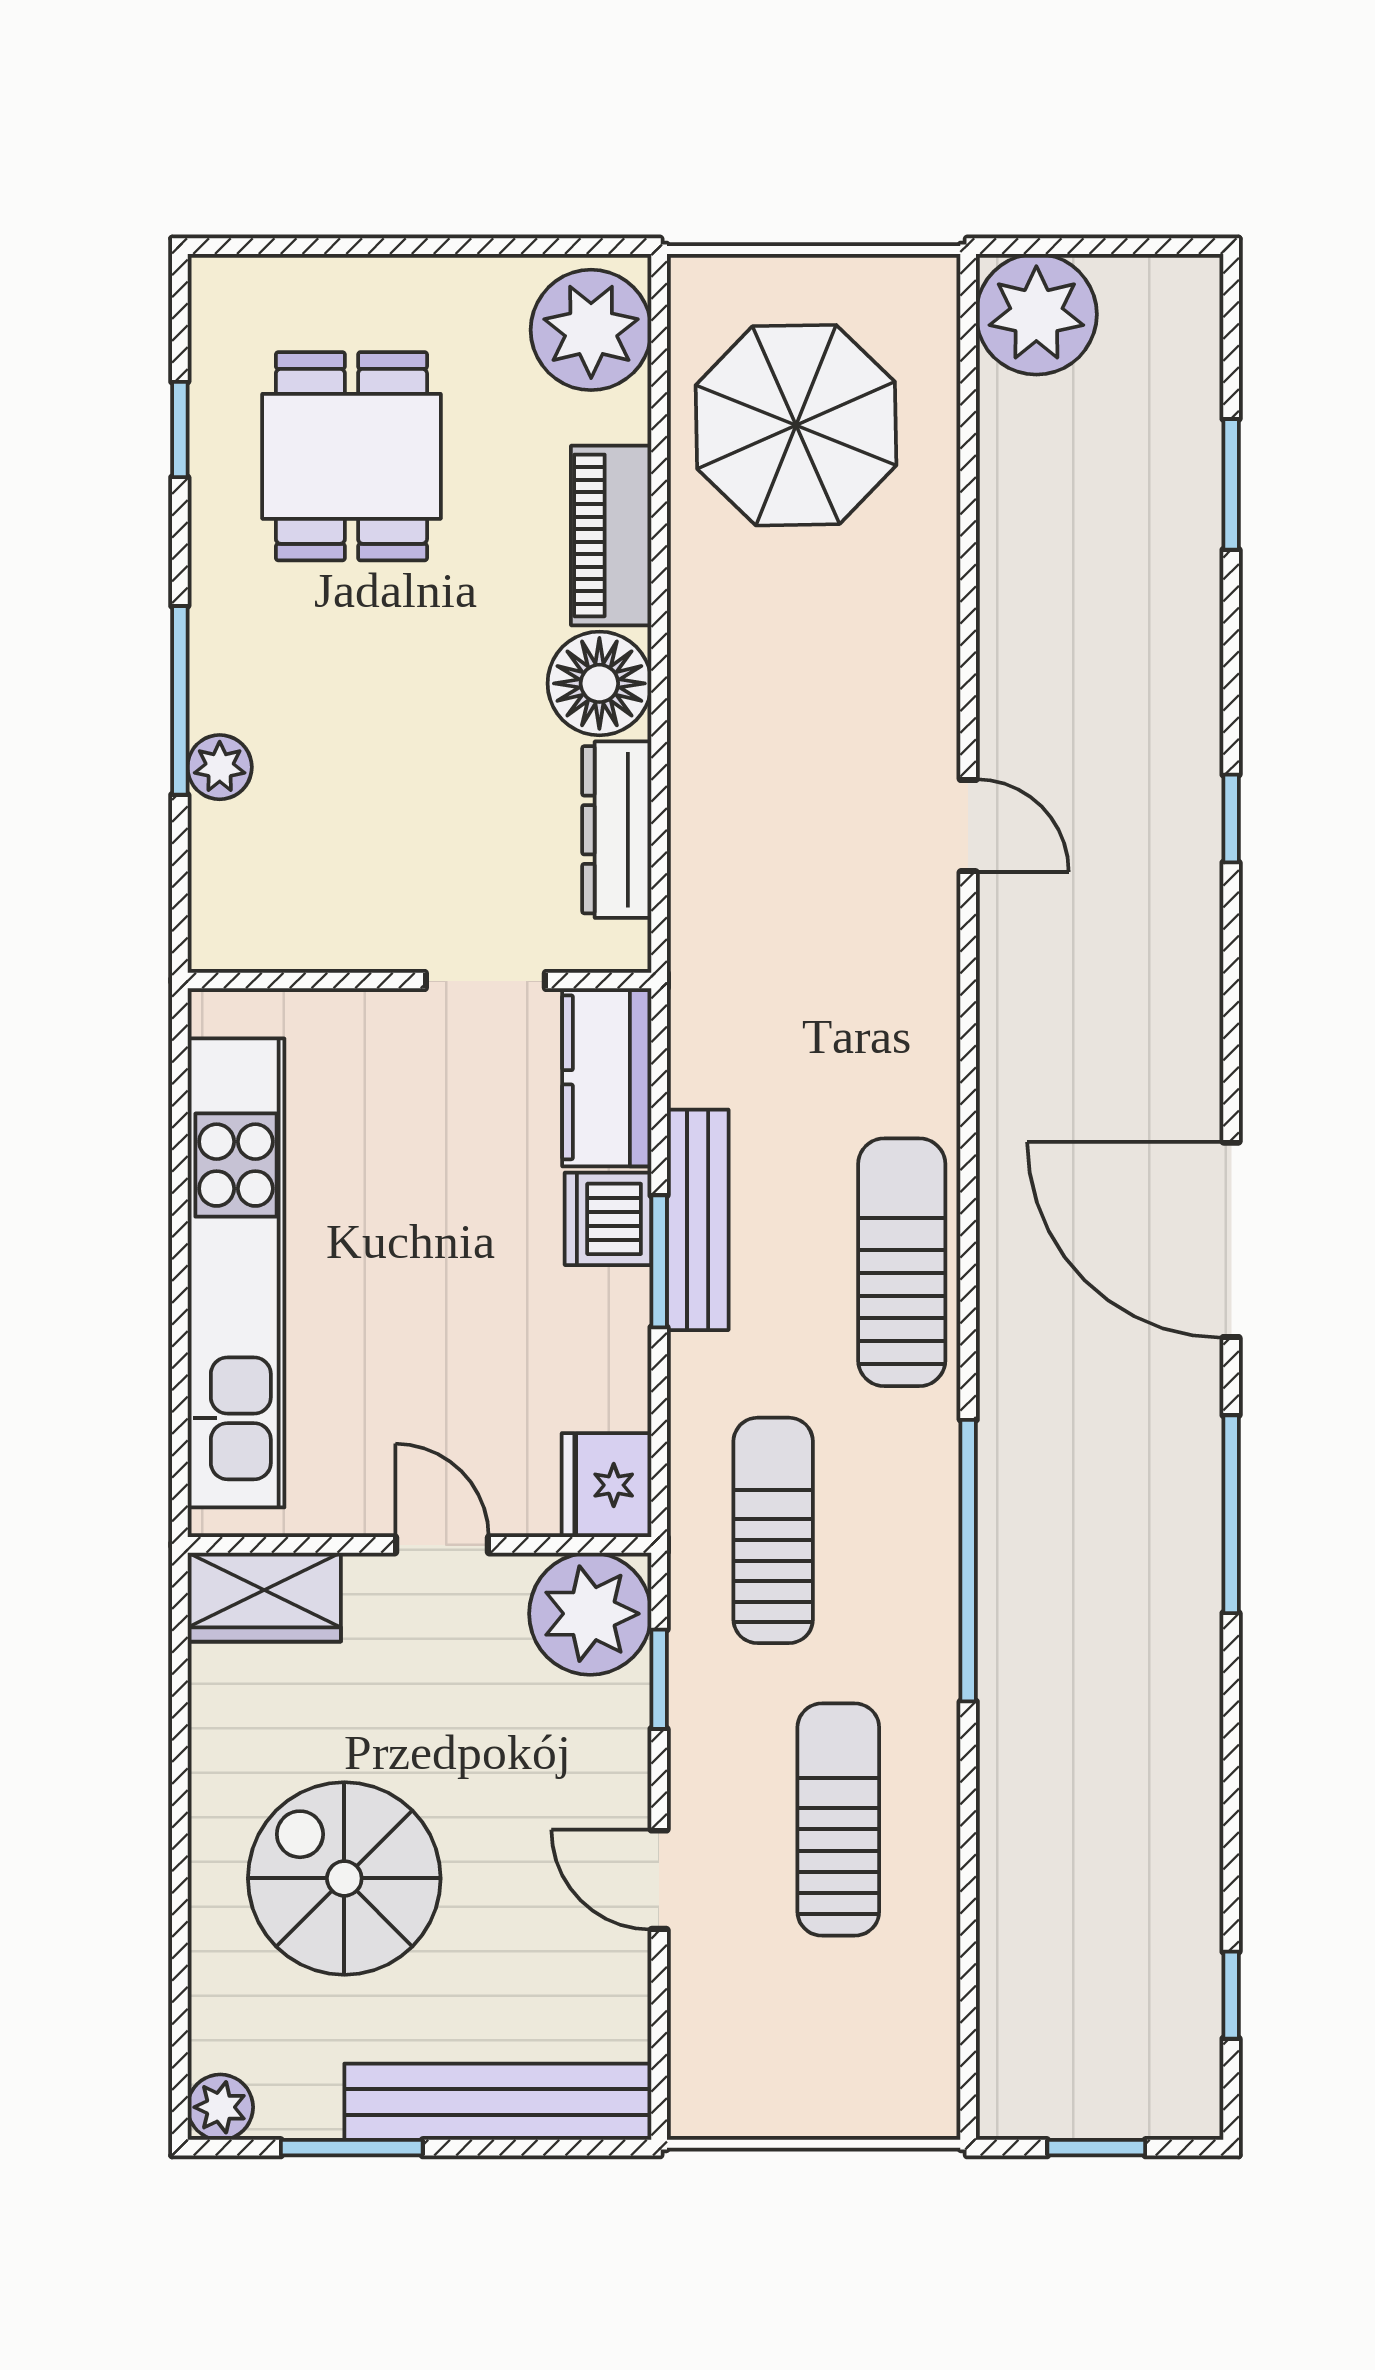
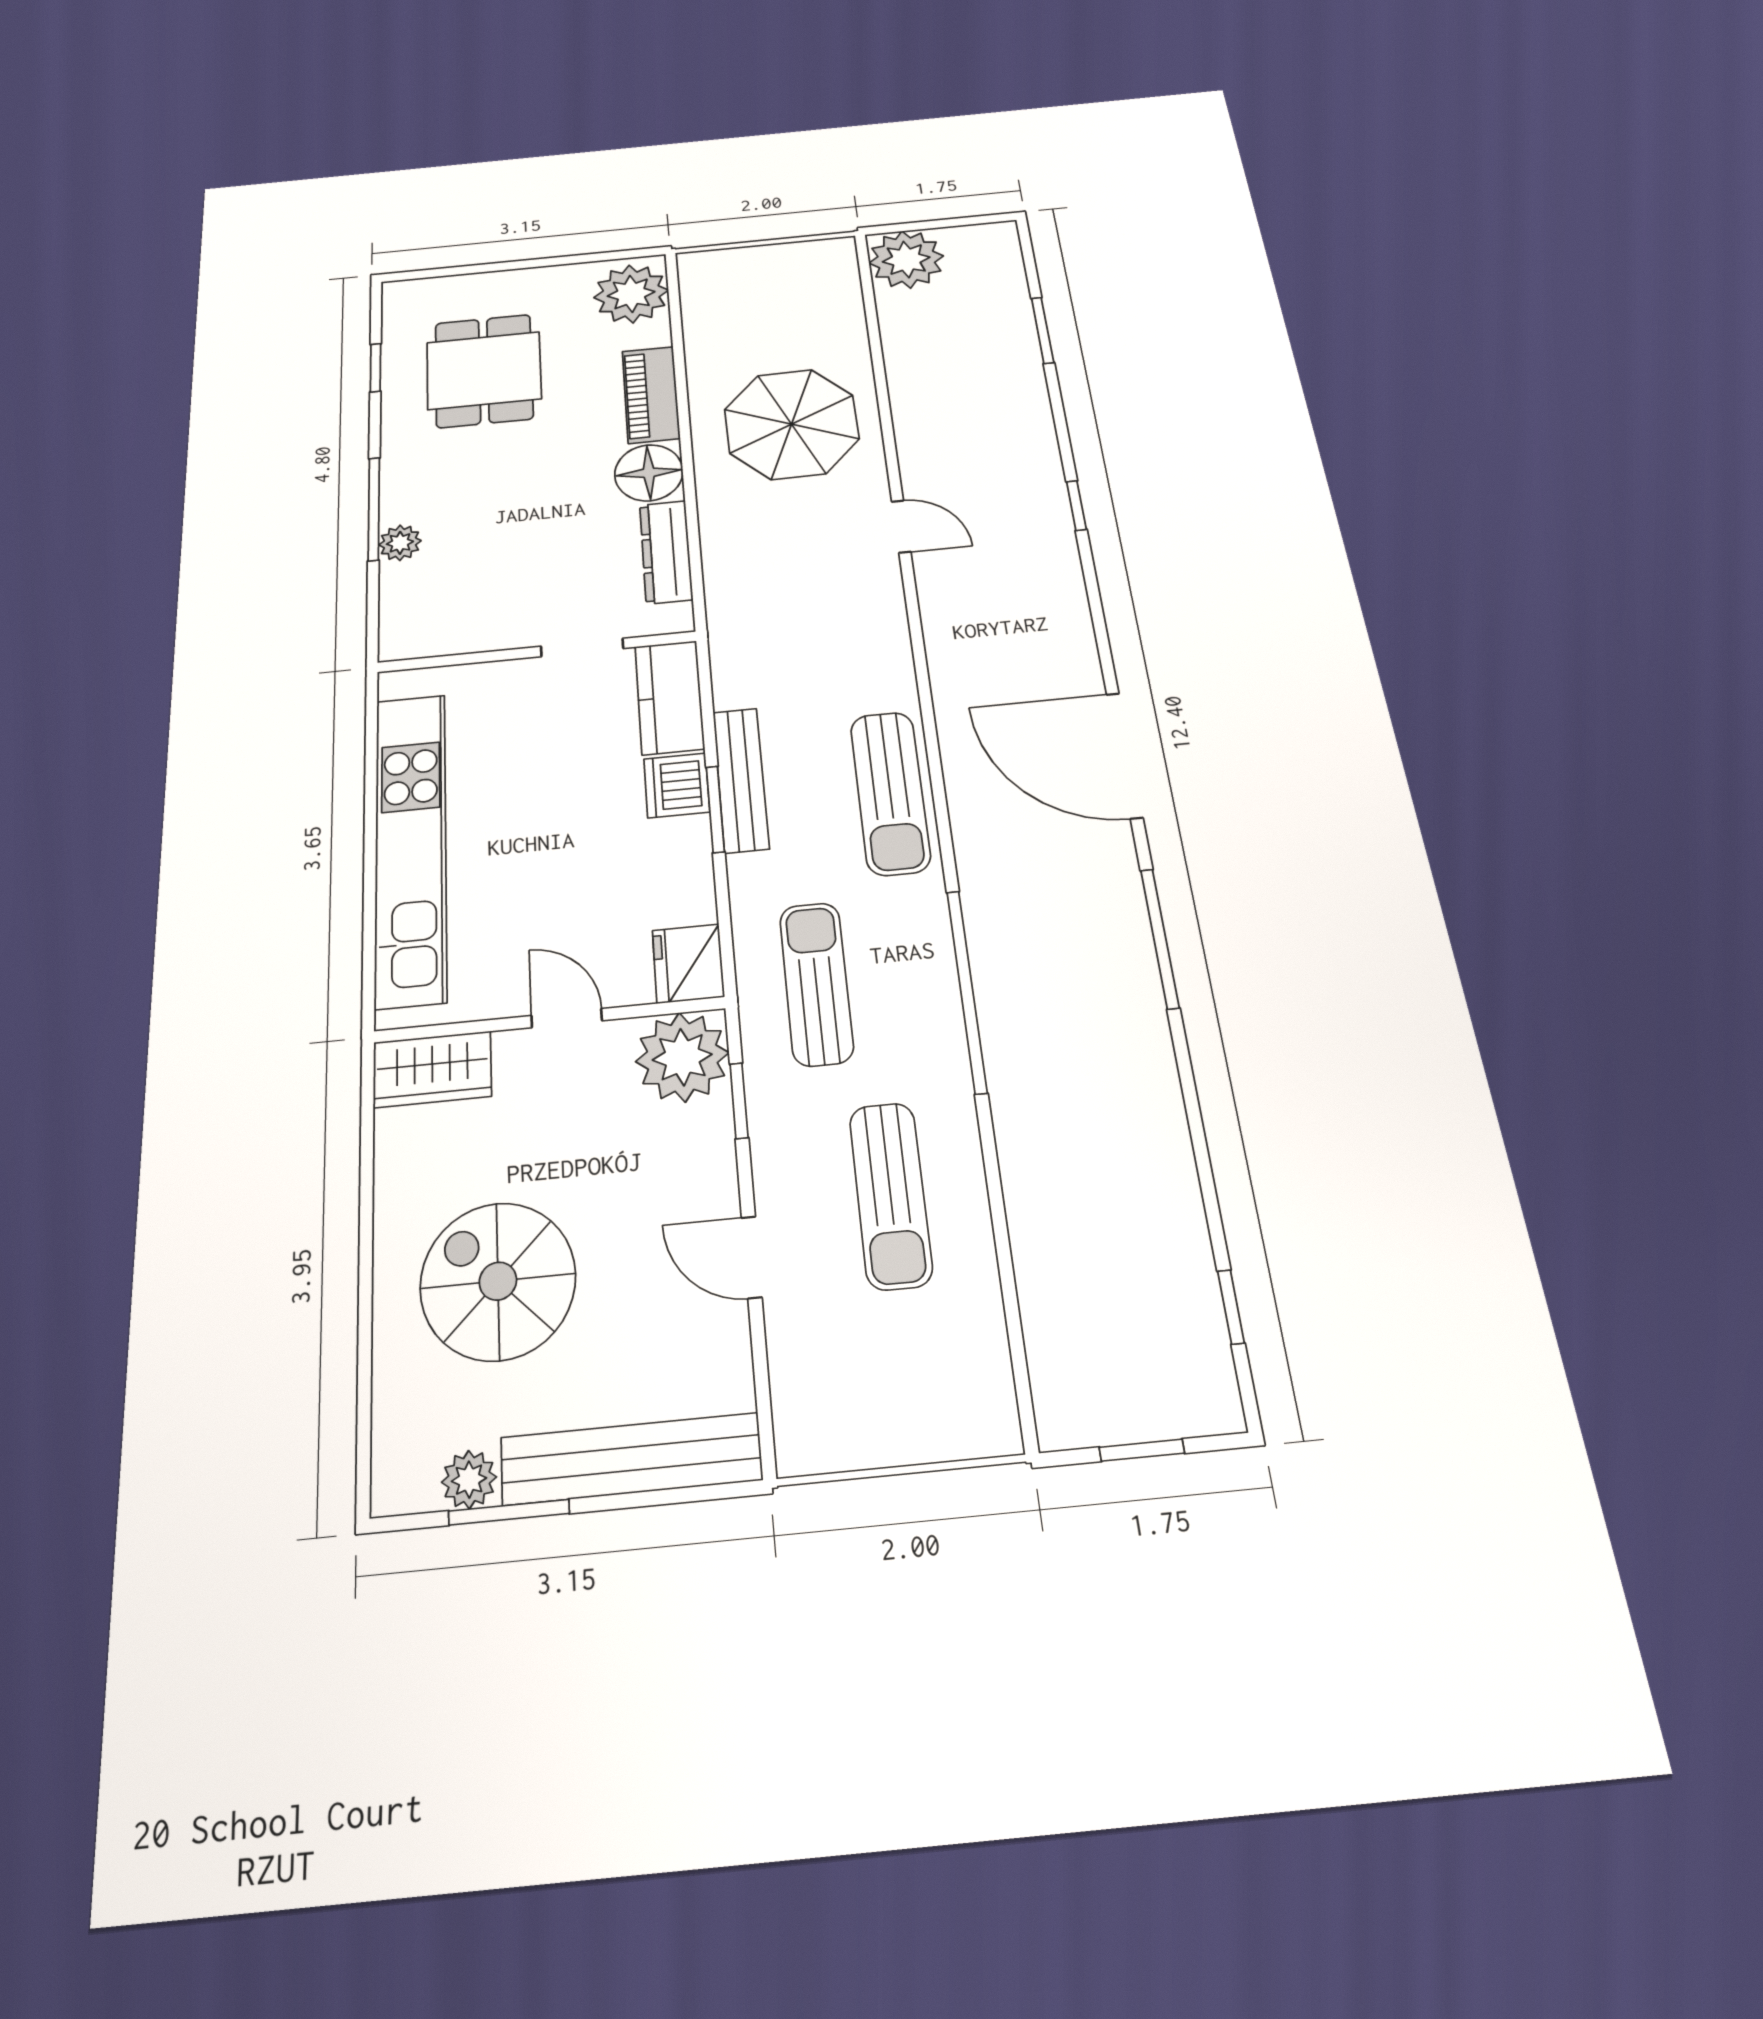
parasol: (796, 425) -> (792, 424), moved
sun lounger: (902, 1262) -> (890, 793), turned 180
sun lounger: (838, 1820) -> (891, 1195), turned 180
plant: (220, 2107) -> (469, 1480), moved

